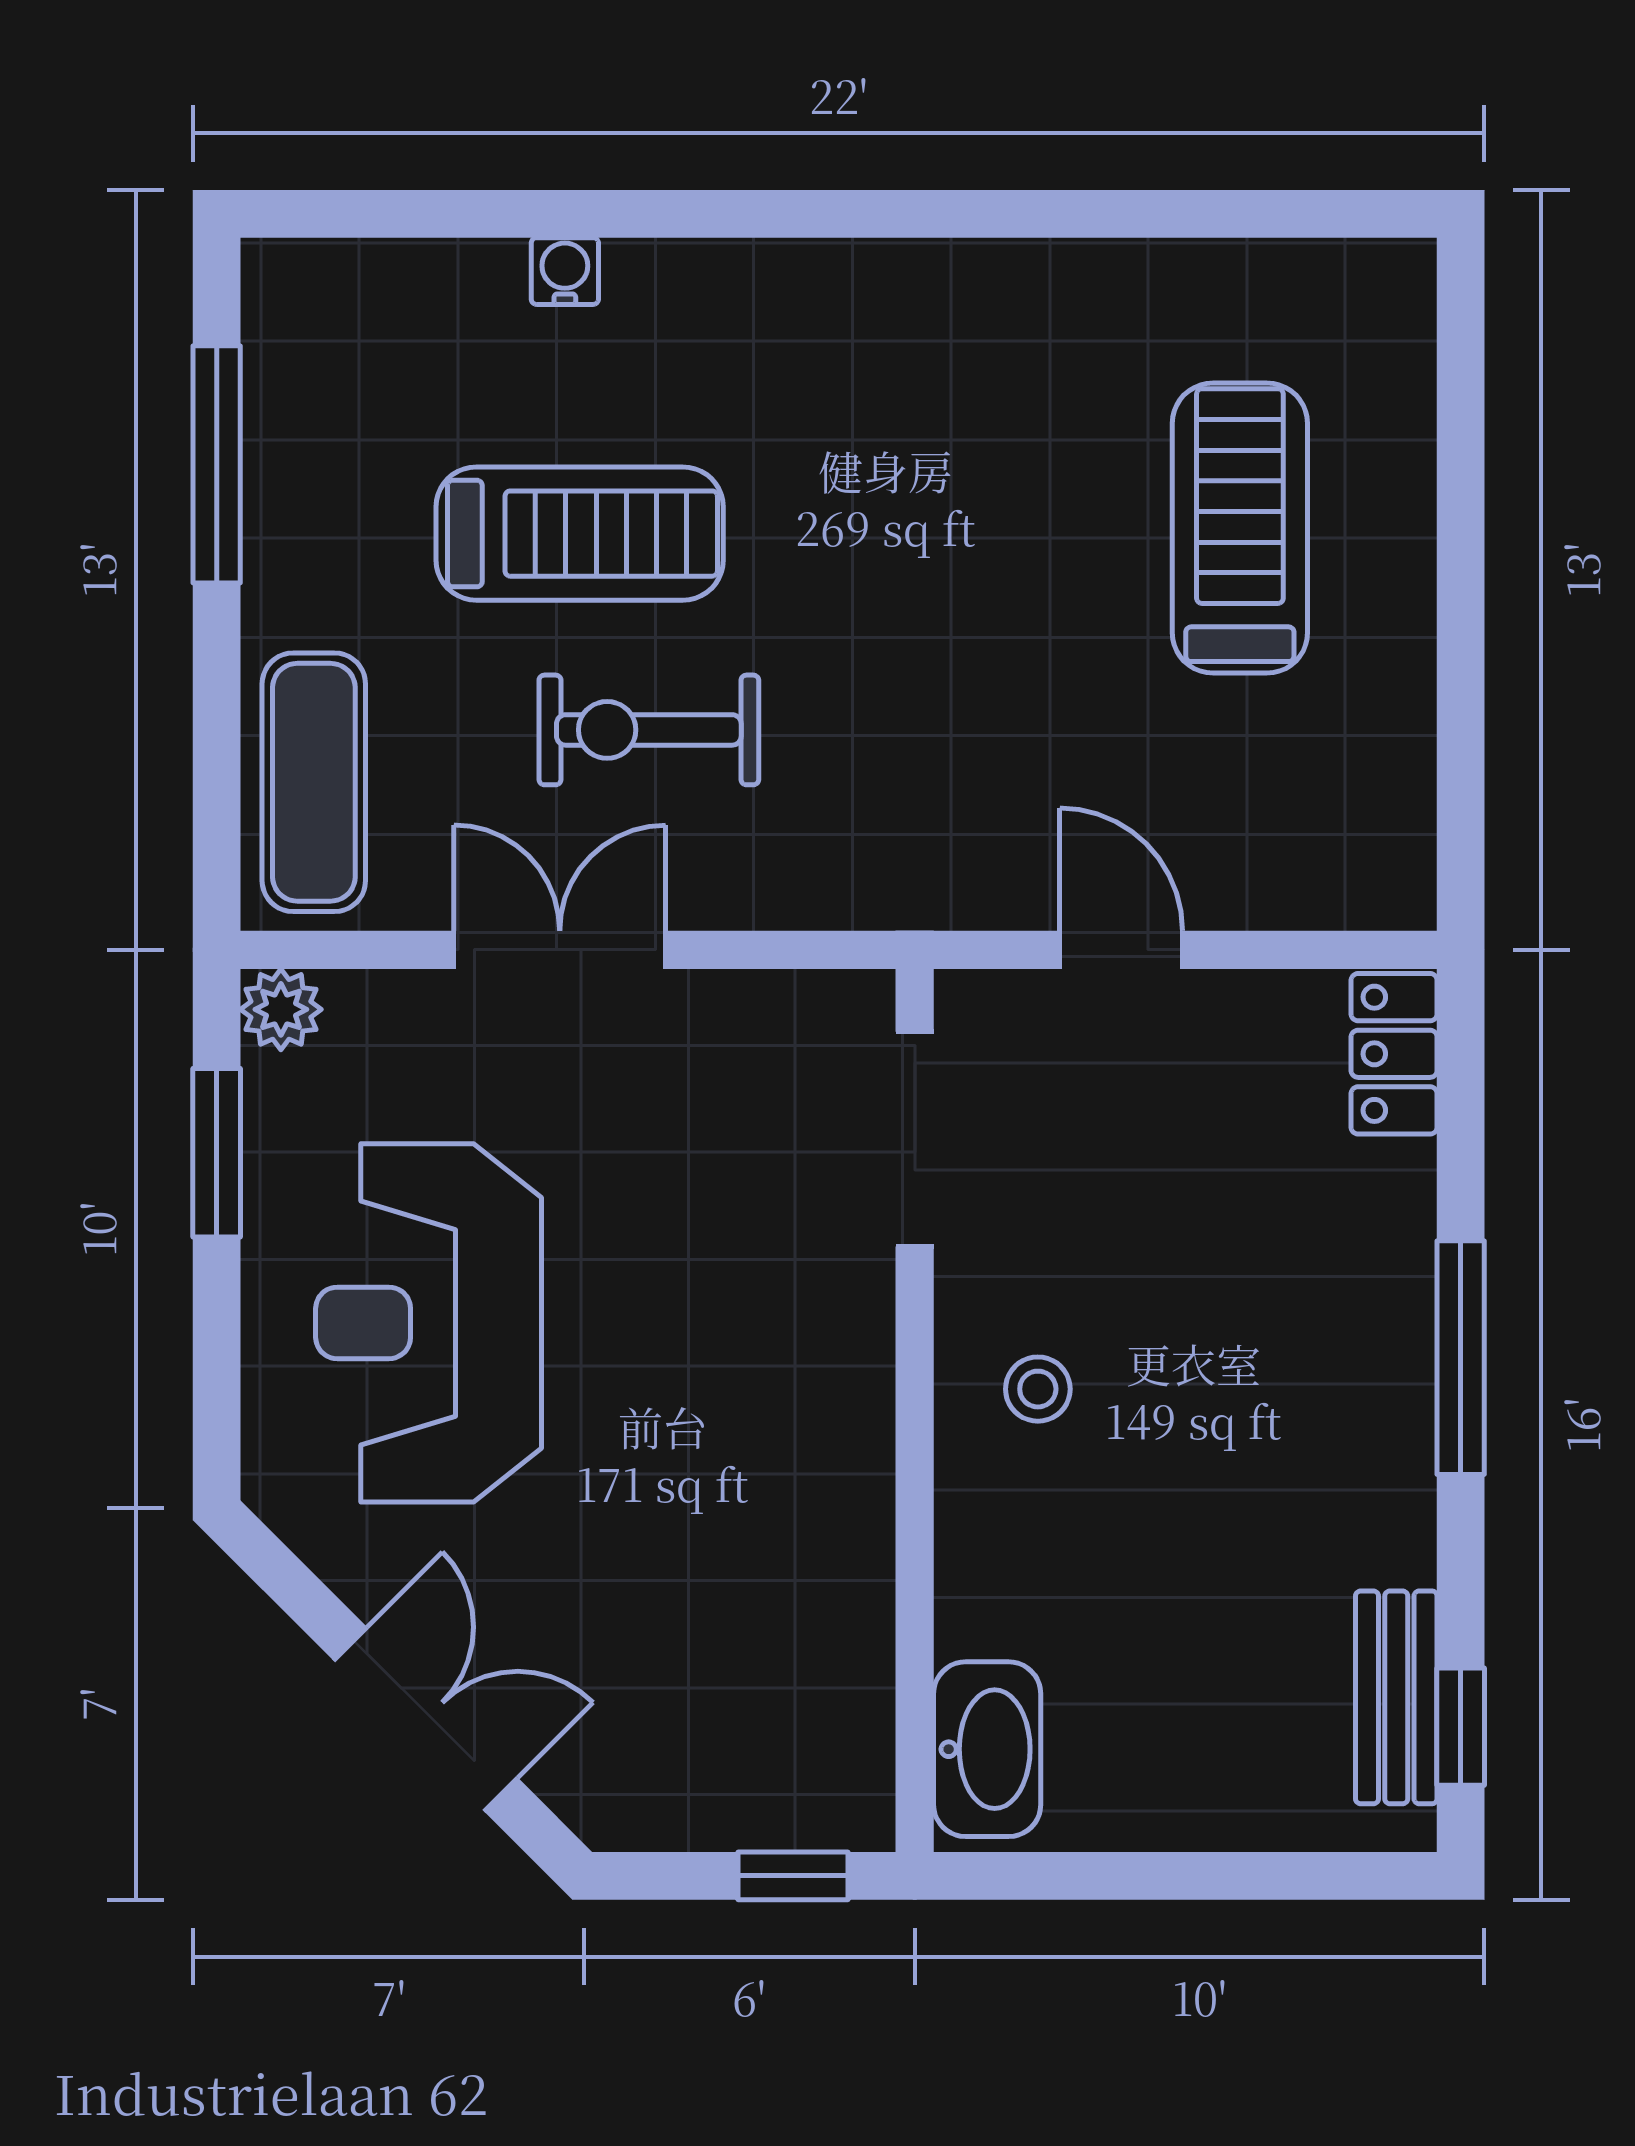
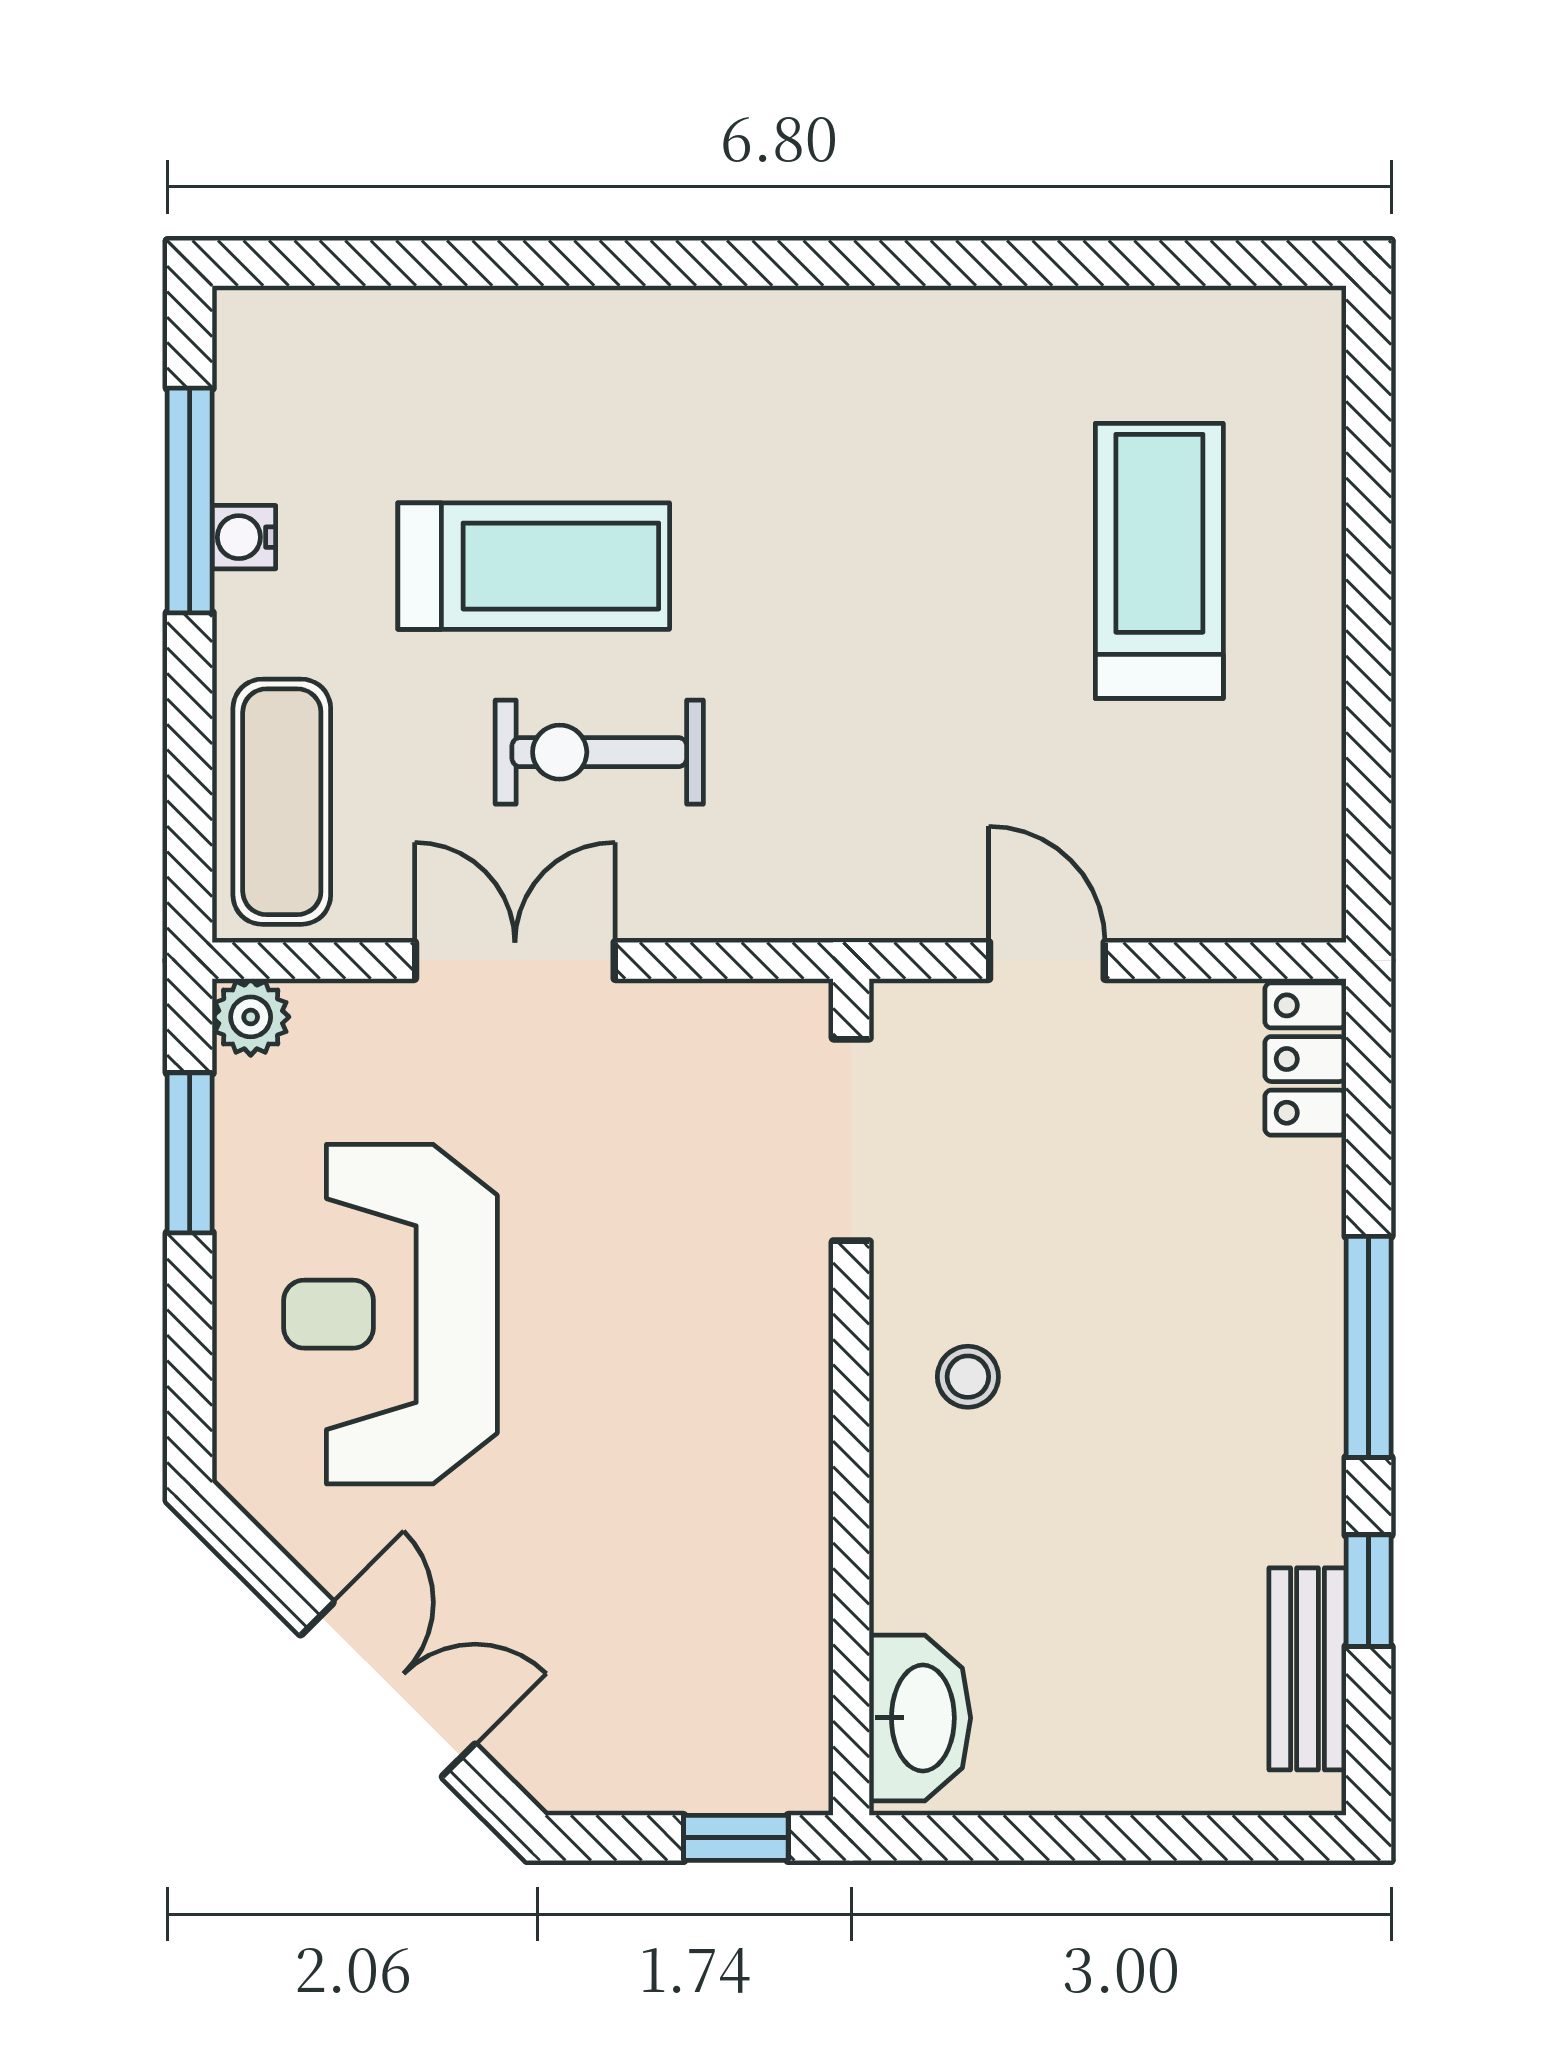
water cooler: (565, 271) -> (244, 537), moved, turned -90
window: (1461, 1727) -> (1369, 1591), moved

